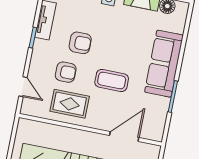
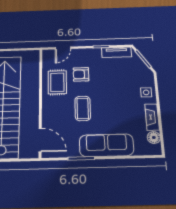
armchair: (80, 43) -> (106, 80), removed
armchair: (66, 72) -> (81, 74), turned 90
door: (124, 136) -> (40, 140), moved

